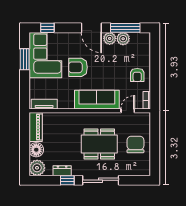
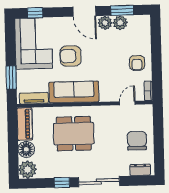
window: (125, 28) -> (122, 10), width x0.69
window: (25, 59) -> (11, 77), moved
sofa: (97, 100) -> (74, 92), moved
dining table: (99, 144) -> (74, 134), moved
dresser: (62, 171) -> (140, 170), moved

